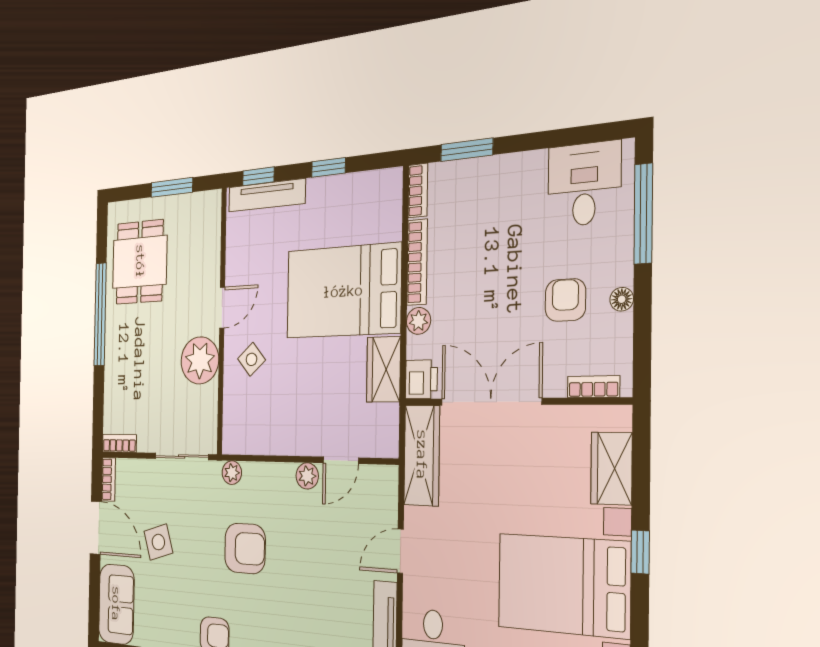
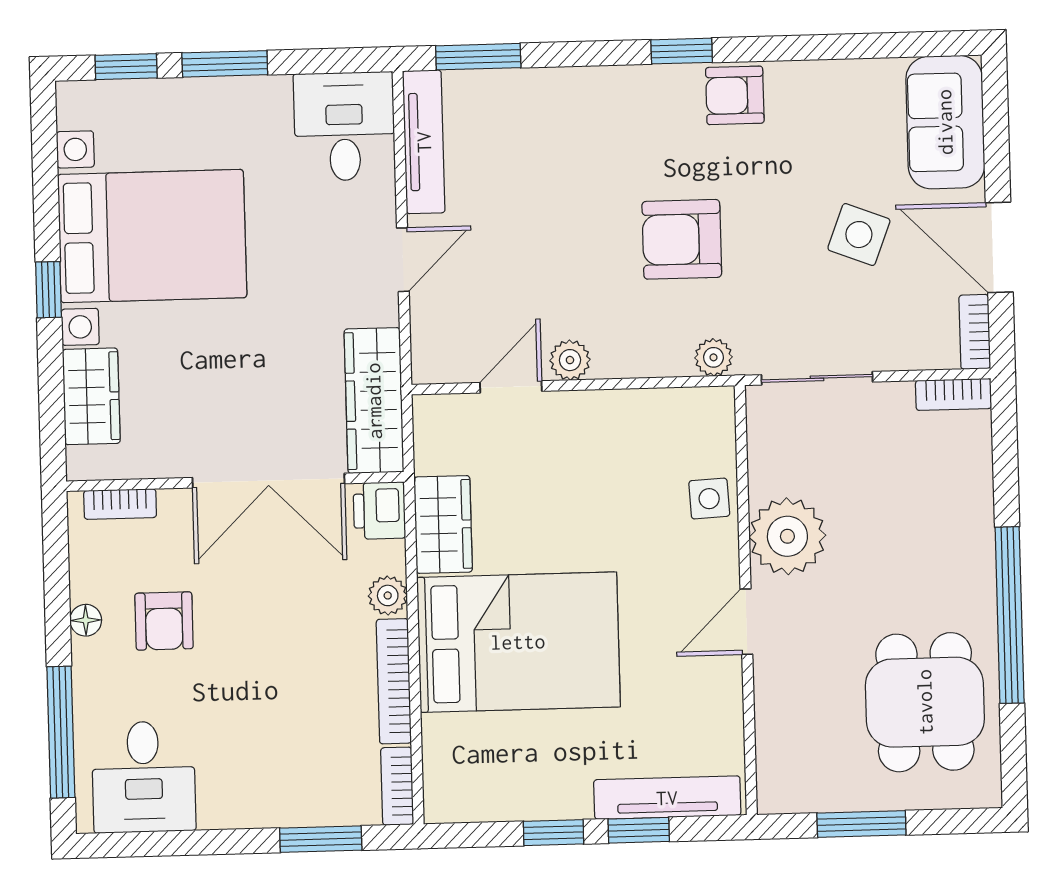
window: (258, 176) -> (639, 830), moved
side table: (252, 359) -> (709, 499), moved, turned 38
side table: (158, 542) -> (859, 235), turned 38

